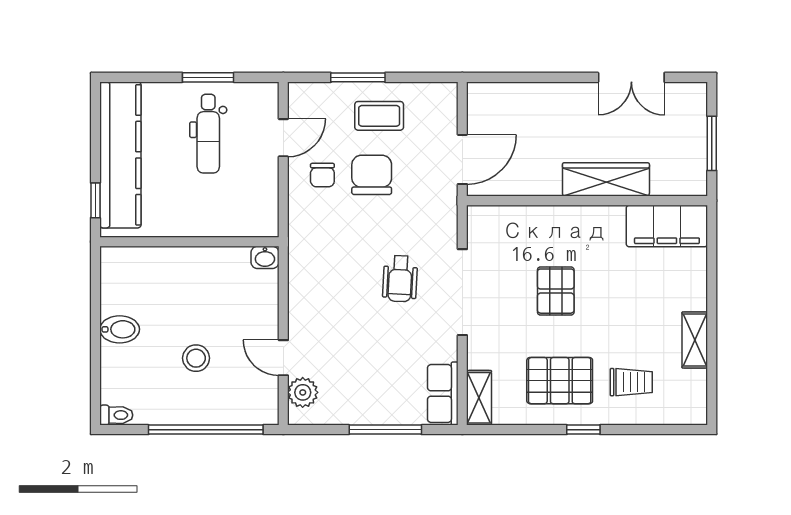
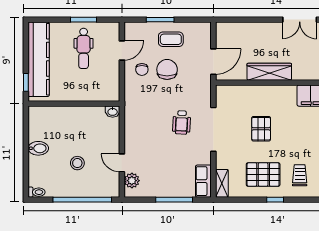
wardrobe: (606, 179) -> (269, 72), moved
trolley: (631, 382) -> (300, 175), turned -90

